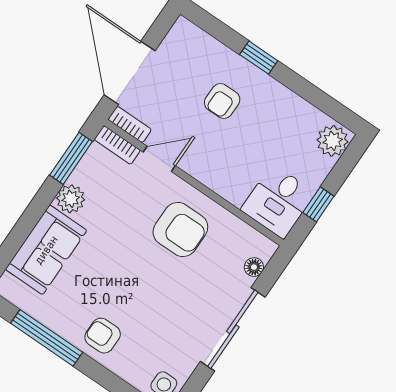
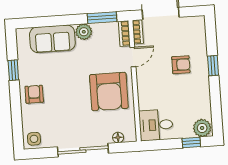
armchair: (222, 101) -> (181, 65), turned 180
door: (159, 159) -> (133, 57), hinge flipped
window: (318, 204) -> (191, 142), moved
armchair: (180, 230) -> (109, 91), width x1.36, depth x1.36
window: (47, 338) -> (13, 70), width x0.46

